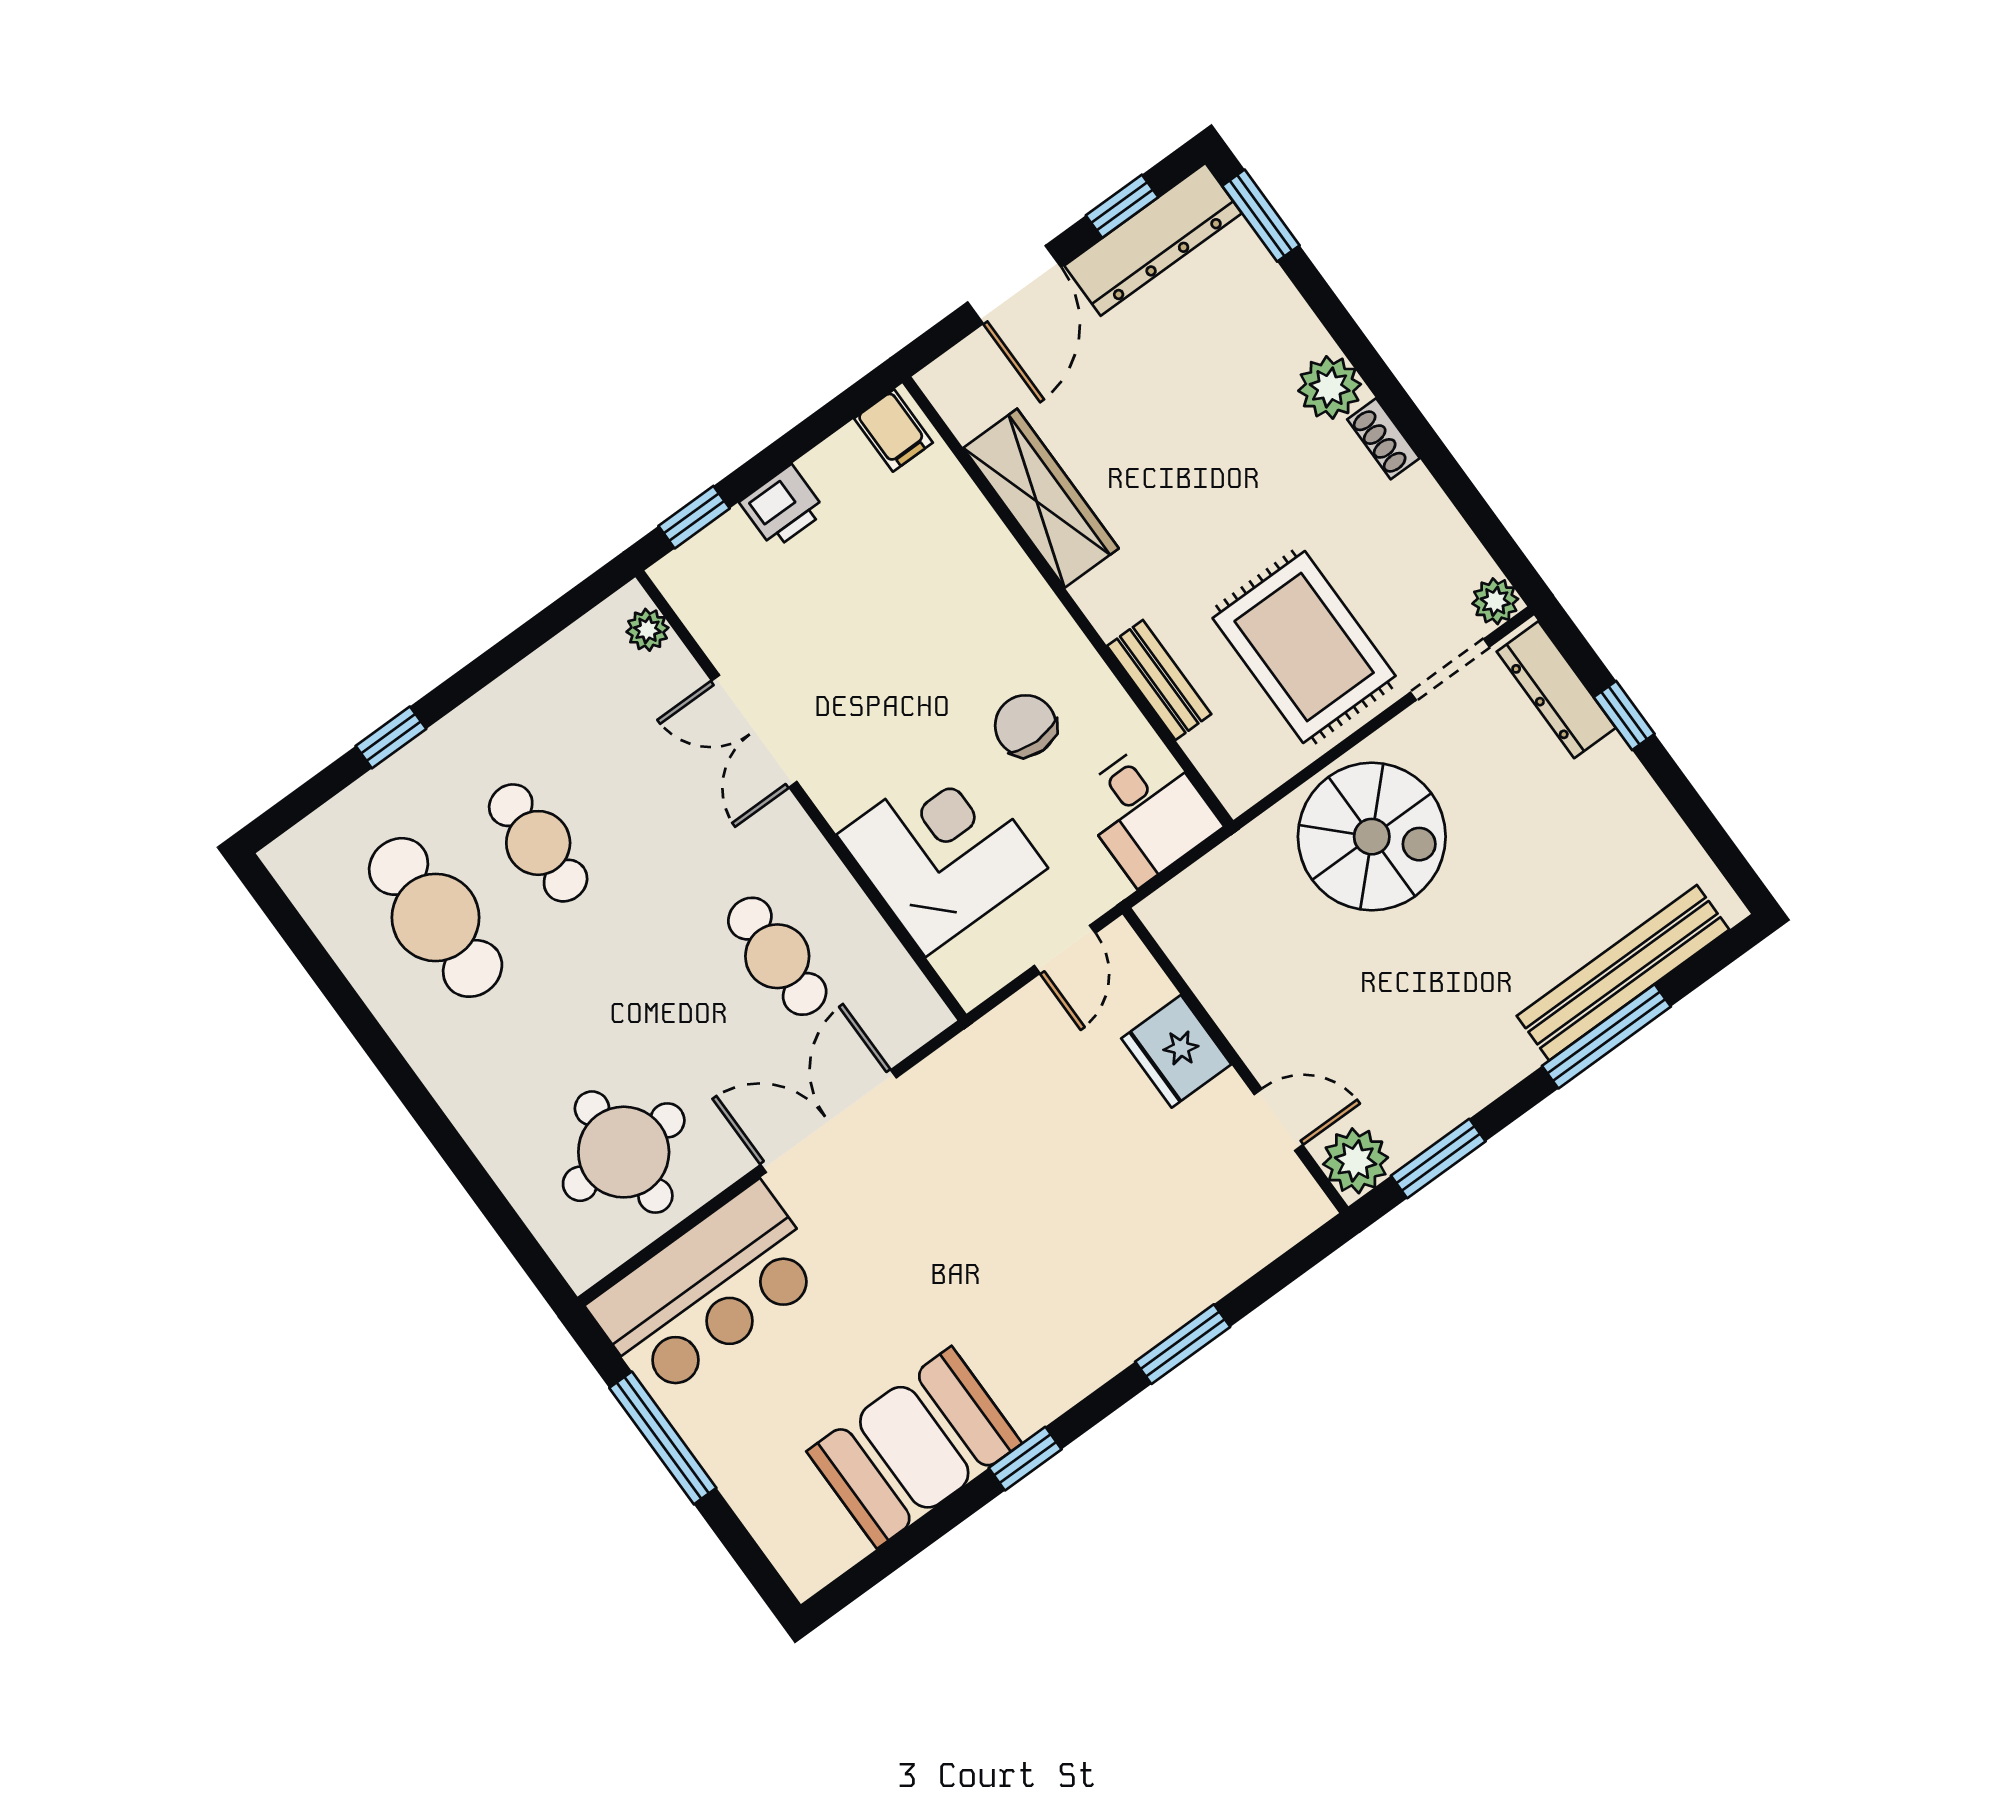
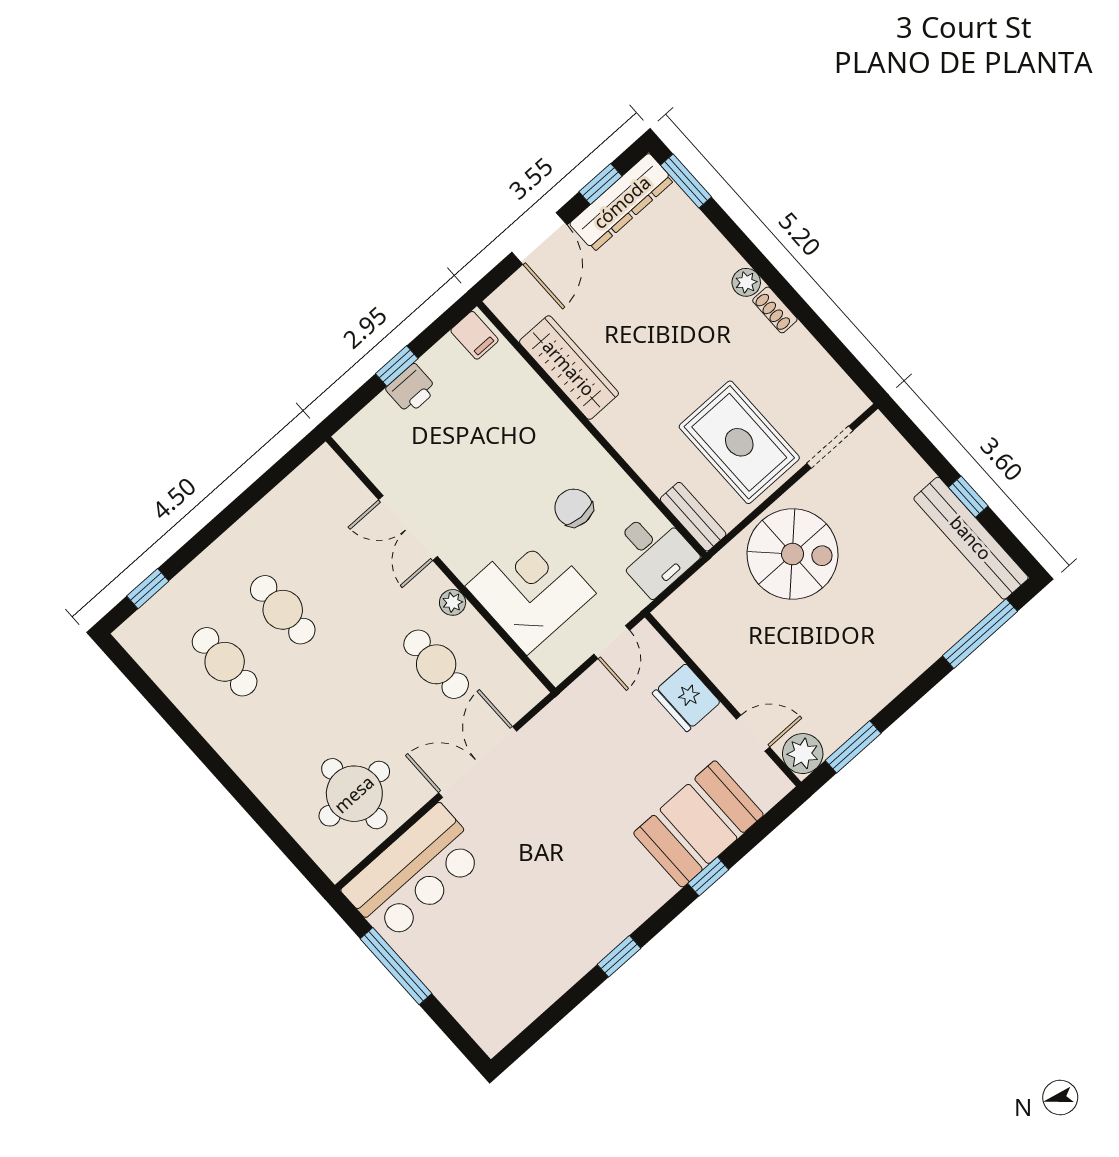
plant: (1330, 388) -> (746, 282), width x0.73, depth x0.73
window: (694, 517) -> (397, 366), moved
plant: (1495, 601) -> (853, 402), removed
plant: (647, 630) -> (453, 602), moved
bench: (1159, 680) -> (693, 517), moved
dresser: (1556, 690) -> (896, 453), removed
window: (1624, 716) -> (968, 497), moved
window: (391, 737) -> (148, 589), moved
cafe table: (436, 917) -> (225, 662), width x0.73, depth x0.74
bench: (1623, 973) -> (971, 538), moved, turned 90
window: (1606, 1036) -> (980, 634), moved
window: (1183, 1344) -> (708, 876), width x0.67
booth: (914, 1447) -> (698, 824), moved

